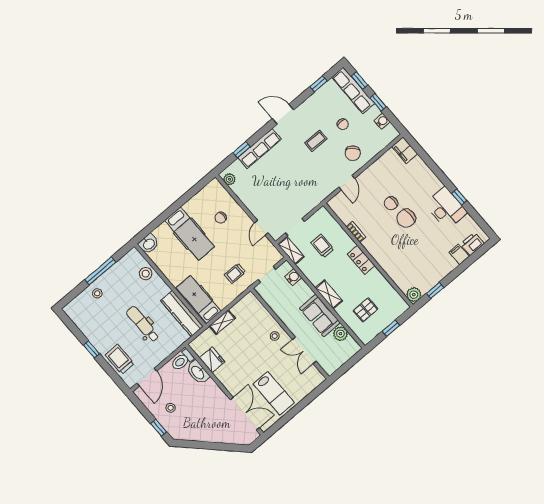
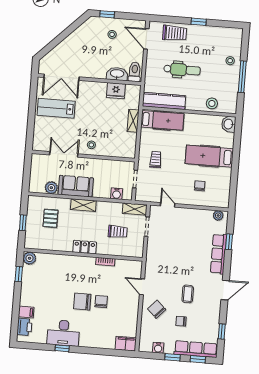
chair: (406, 218) -> (82, 302), turned -90

